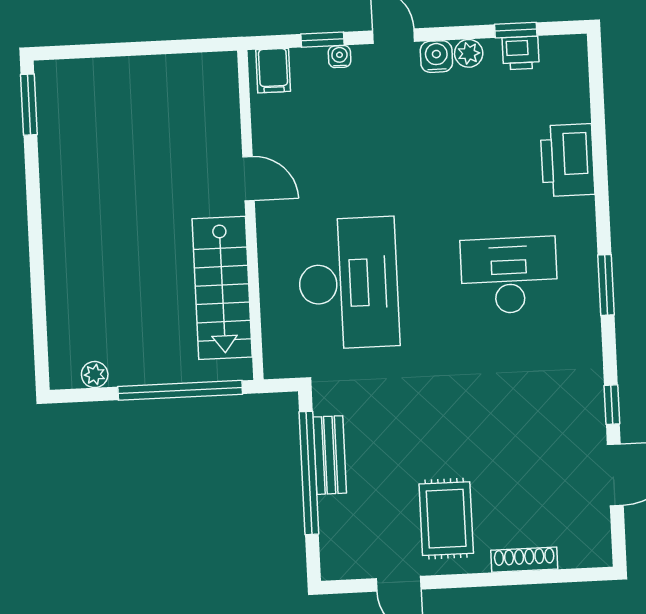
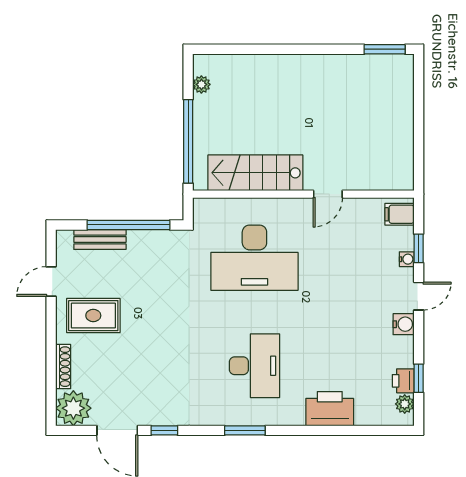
plant: (469, 53) -> (405, 404), moved
bench: (330, 455) -> (100, 240), moved
plant: (585, 542) -> (73, 408), added

